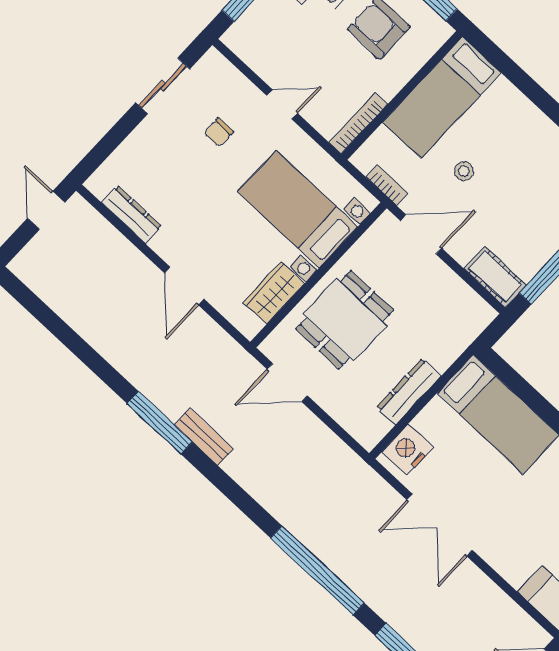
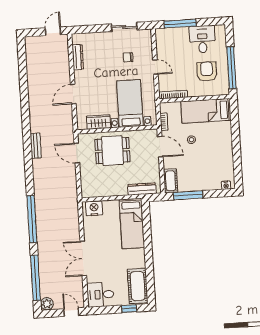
dresser: (409, 392) -> (142, 189), moved
window: (160, 423) -> (26, 129), removed
double door: (440, 525) -> (83, 258), moved

